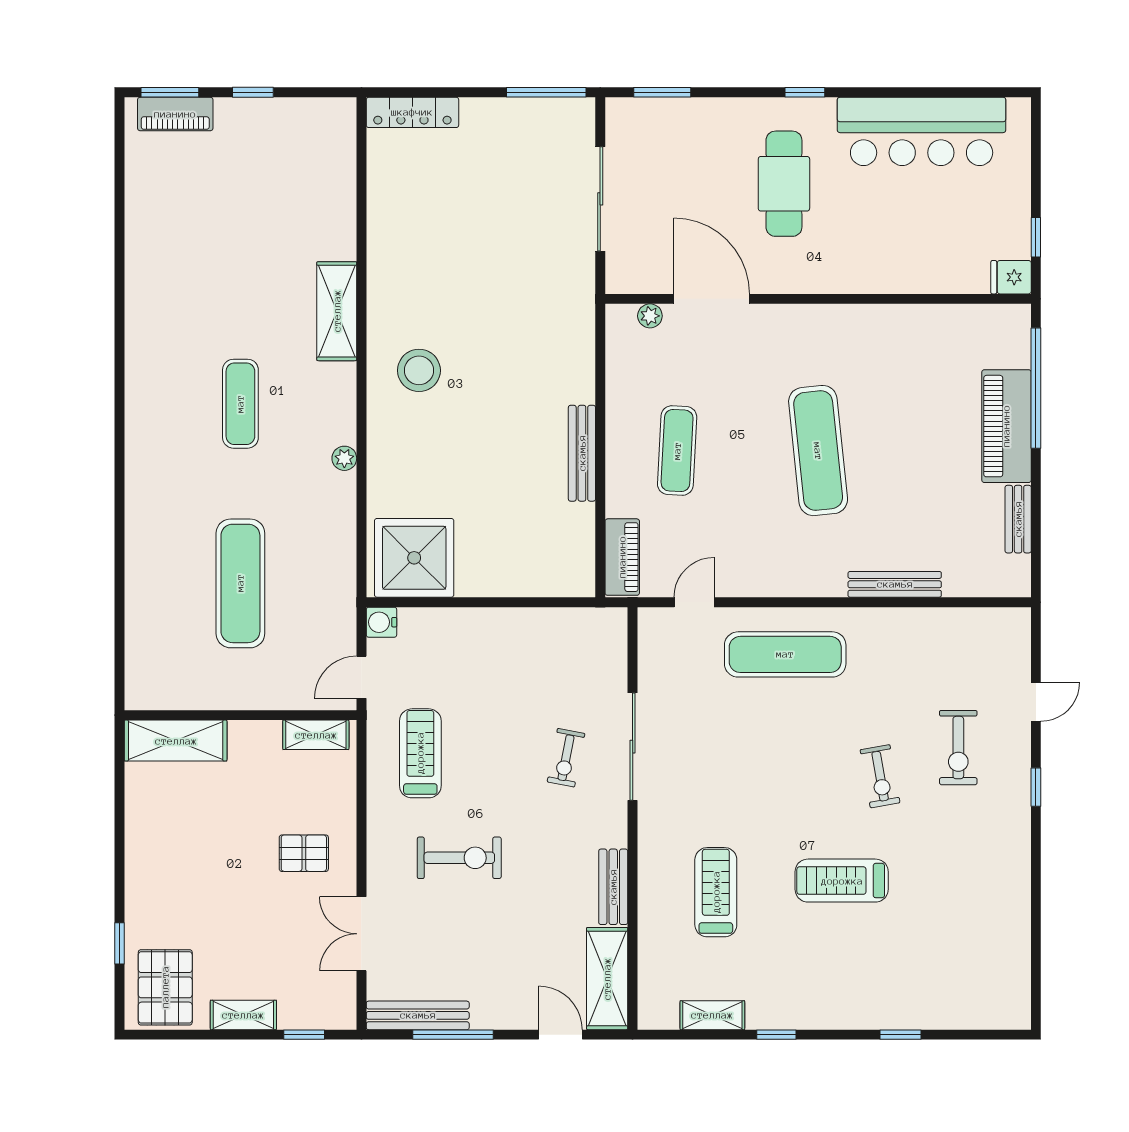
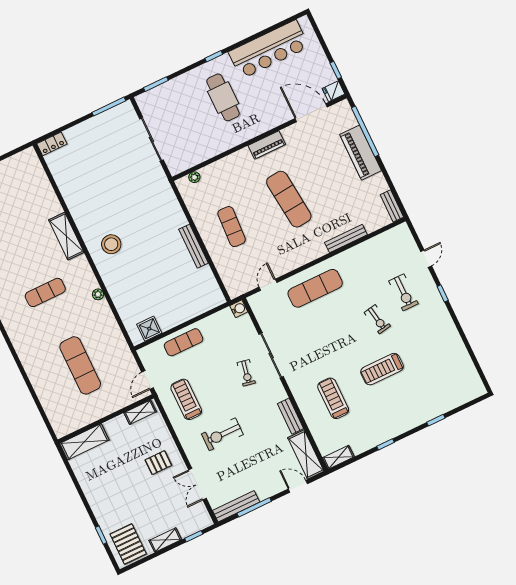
locker: (412, 112) -> (52, 144), width x0.66
door: (712, 299) -> (311, 113), moved
exercise mat: (240, 404) -> (45, 292), turned 90
bench: (1018, 519) -> (392, 206), moved
piano: (622, 557) -> (267, 145), moved, turned 90
shower: (414, 558) -> (149, 329), width x0.54, depth x0.54
water cooler: (381, 622) -> (239, 309), moved, turned 180
exercise mat: (470, 636) -> (183, 342), added
exercise bike: (459, 858) -> (222, 434), turned 180
shelving: (712, 1015) -> (338, 457), moved

